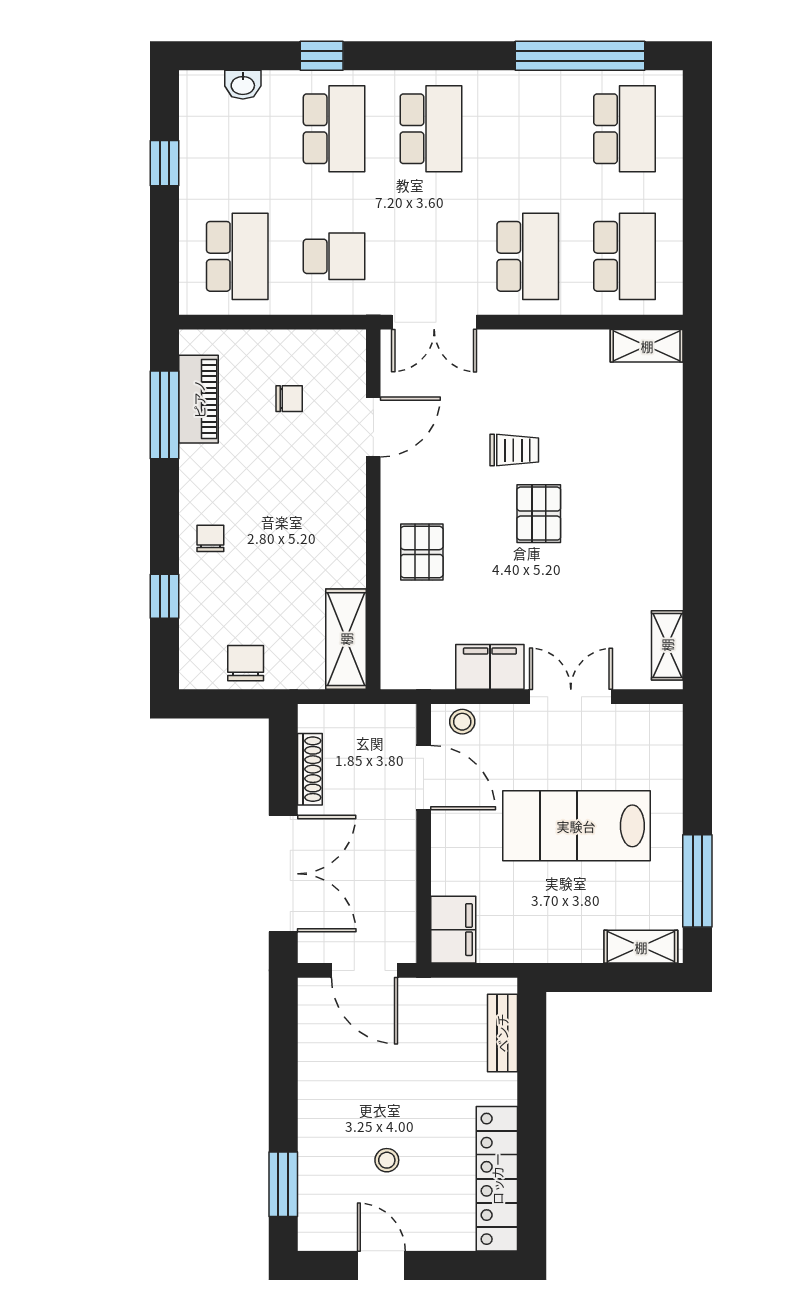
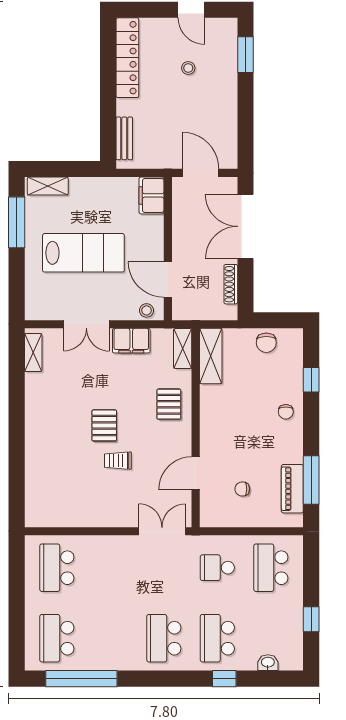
school desk: (528, 256) -> (110, 568), removed
shelving: (647, 346) -> (183, 349), moved, turned 90

